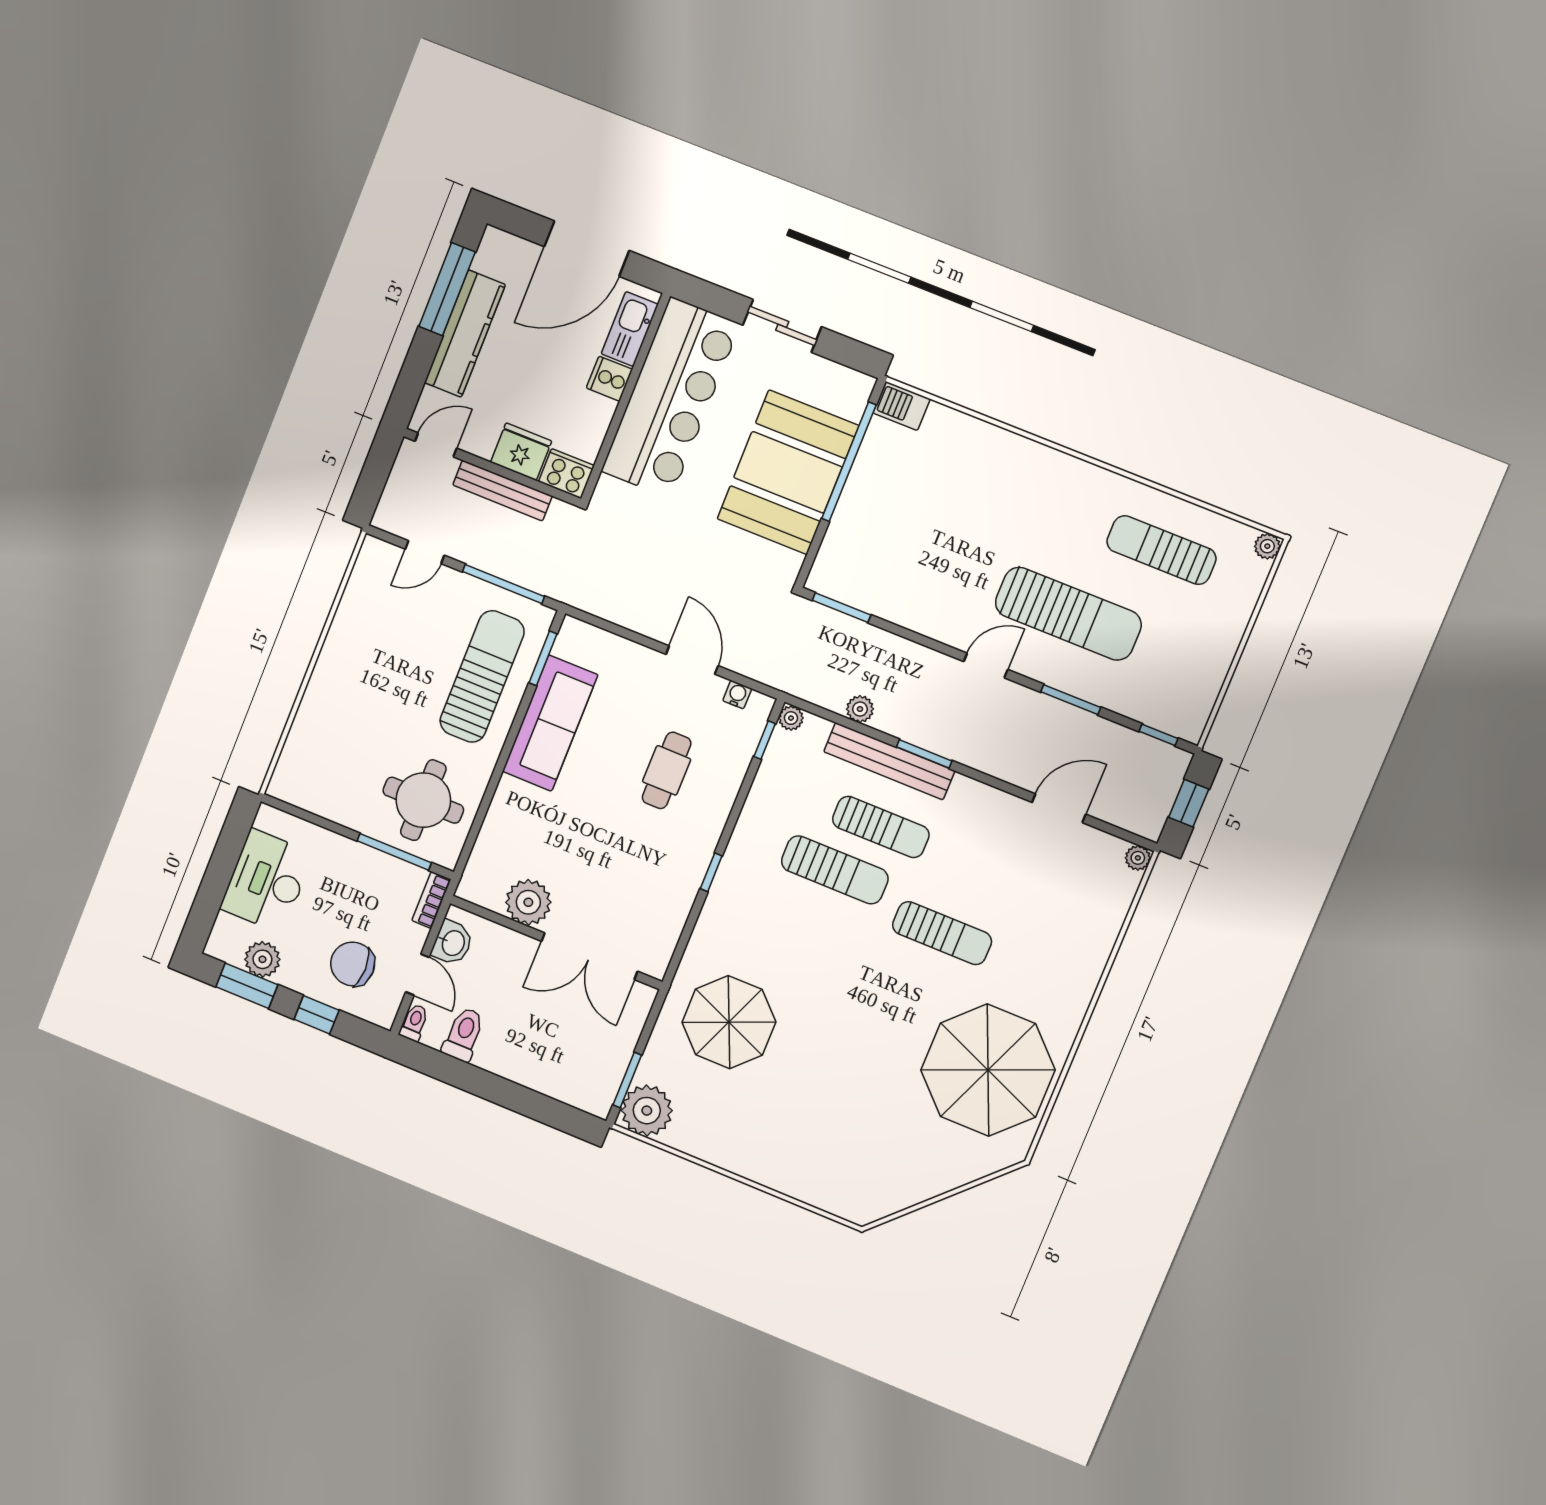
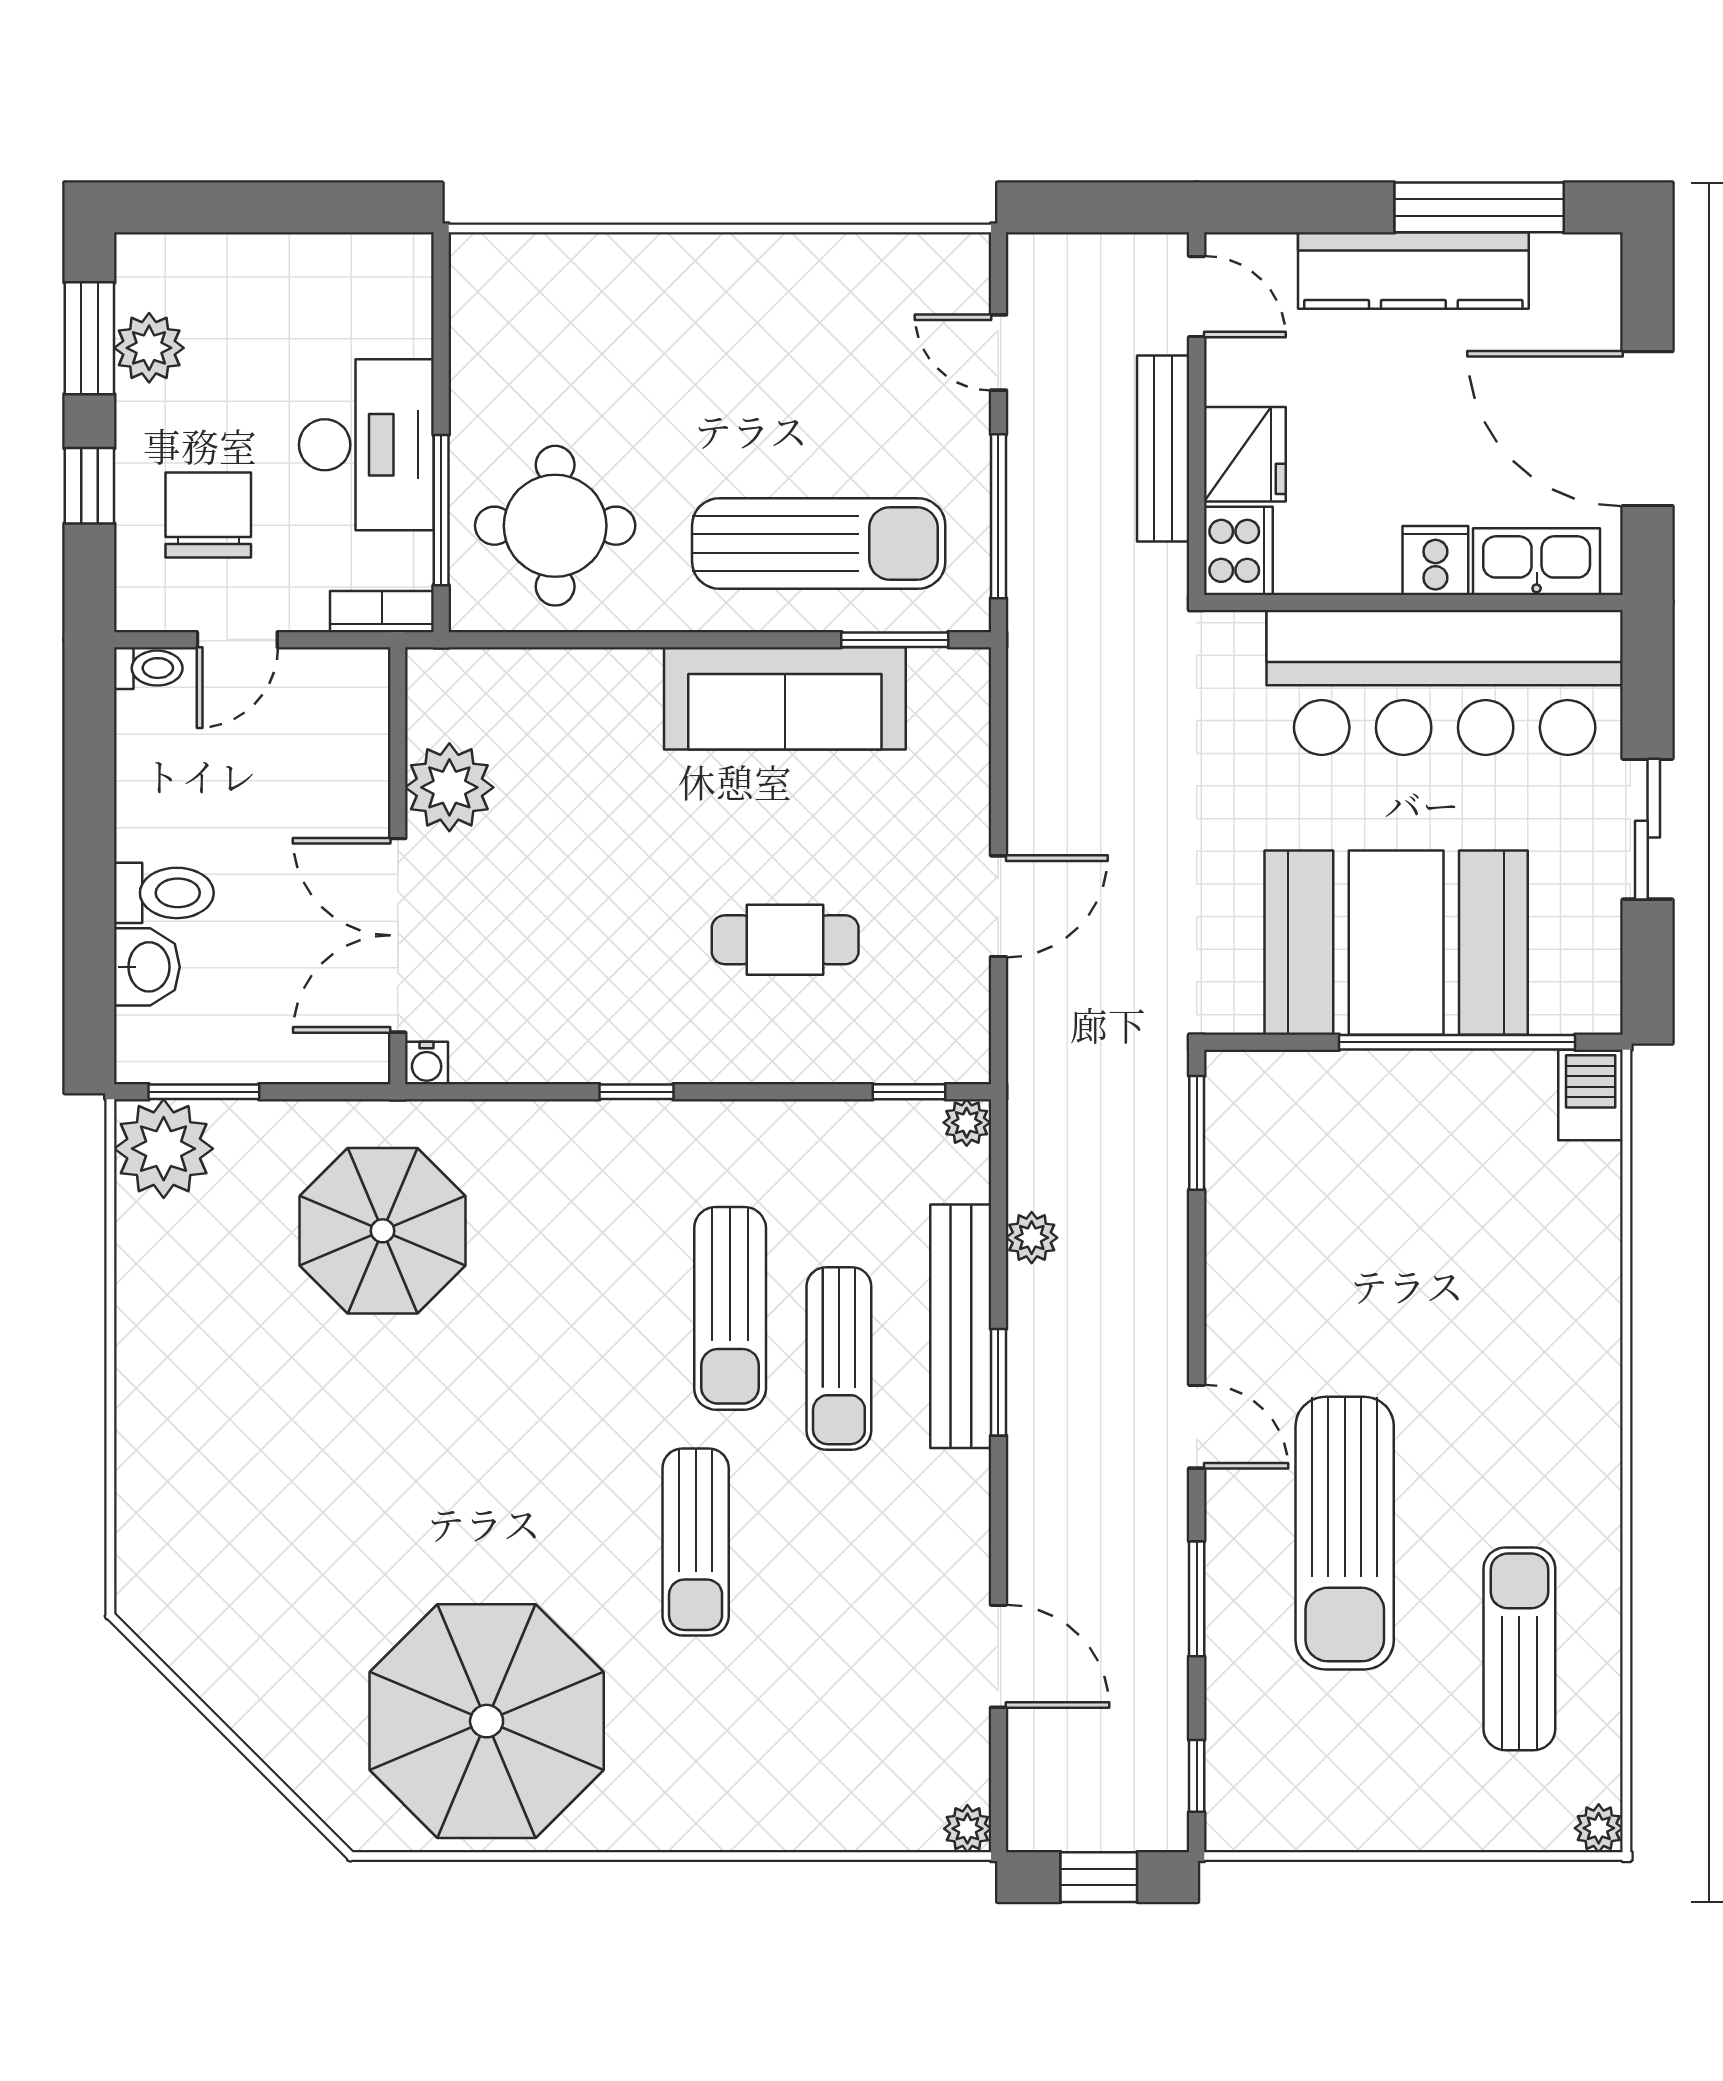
water cooler: (737, 695) -> (427, 1063), moved, turned 90
desk: (267, 881) -> (366, 445), moved, turned 90
washbasin: (452, 943) -> (147, 967), moved, turned -90
toilet: (463, 1034) -> (164, 893), moved

